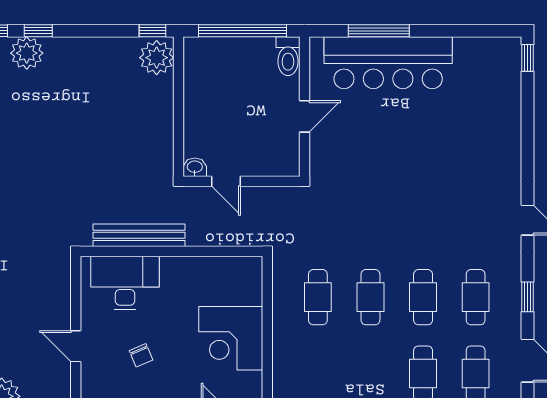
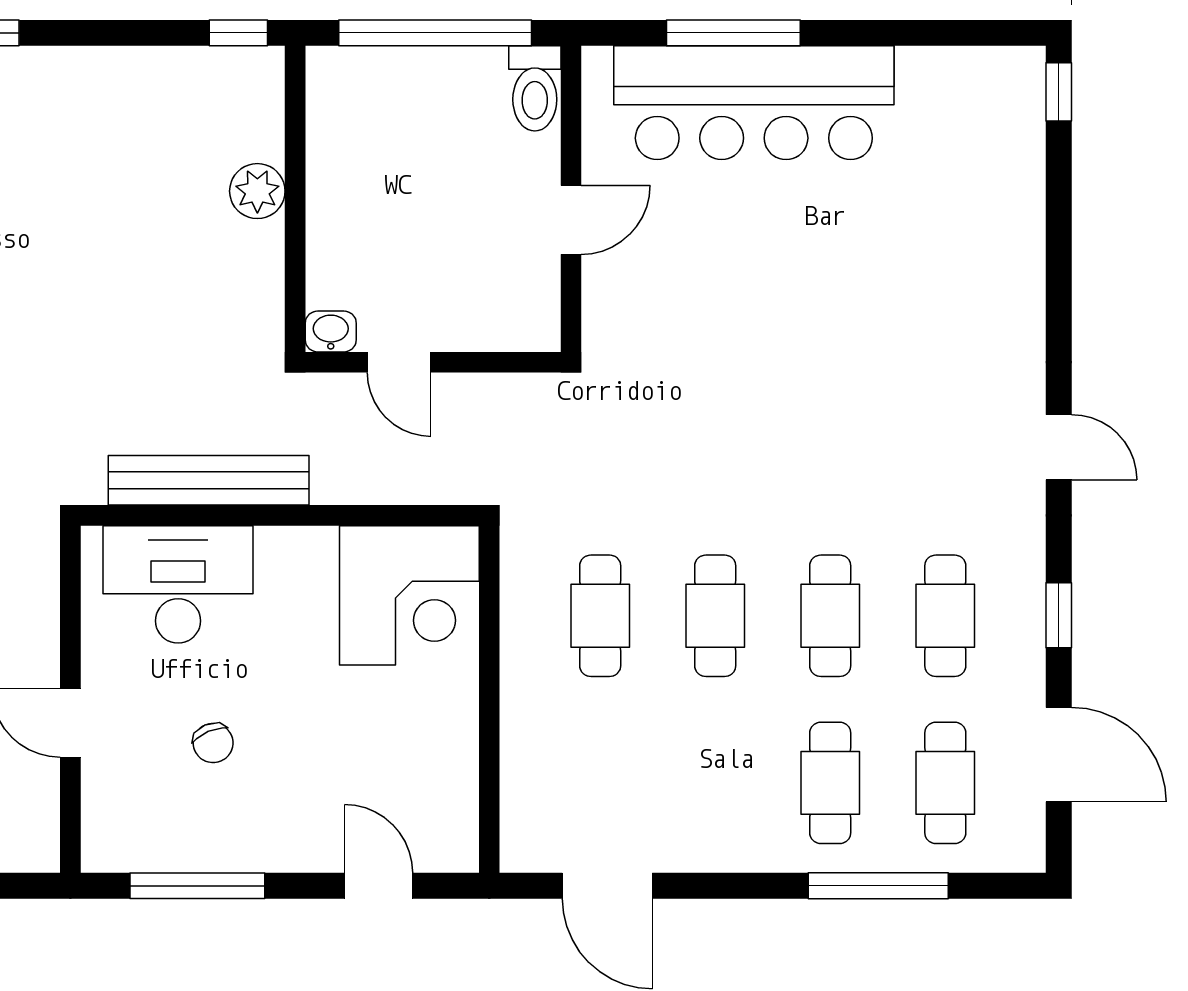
plant: (157, 58) -> (257, 191), moved, width x0.73, depth x0.73
corner desk: (231, 338) -> (409, 595), moved, turned -90

